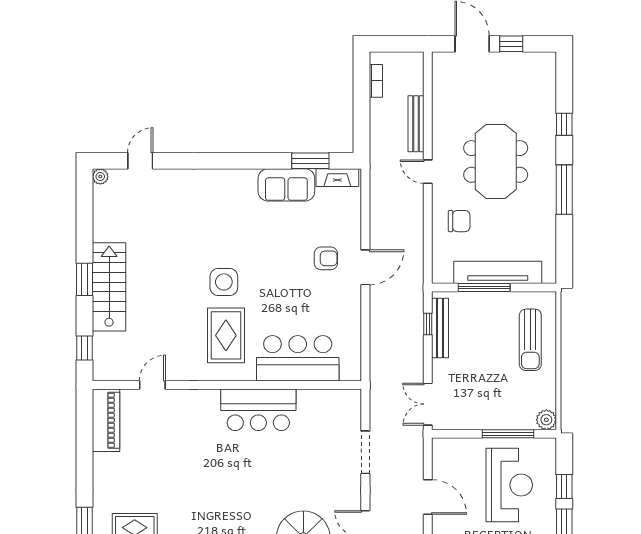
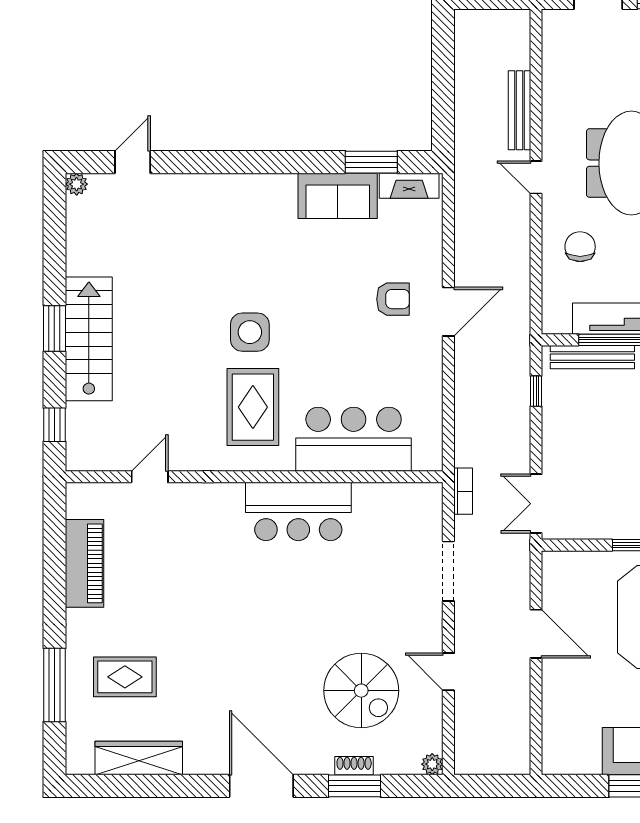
bookcase: (376, 81) -> (463, 491), moved
chair: (459, 221) -> (580, 247), turned -90
bench: (440, 328) -> (592, 357), moved, turned 90
piano: (106, 420) -> (84, 563), moved

